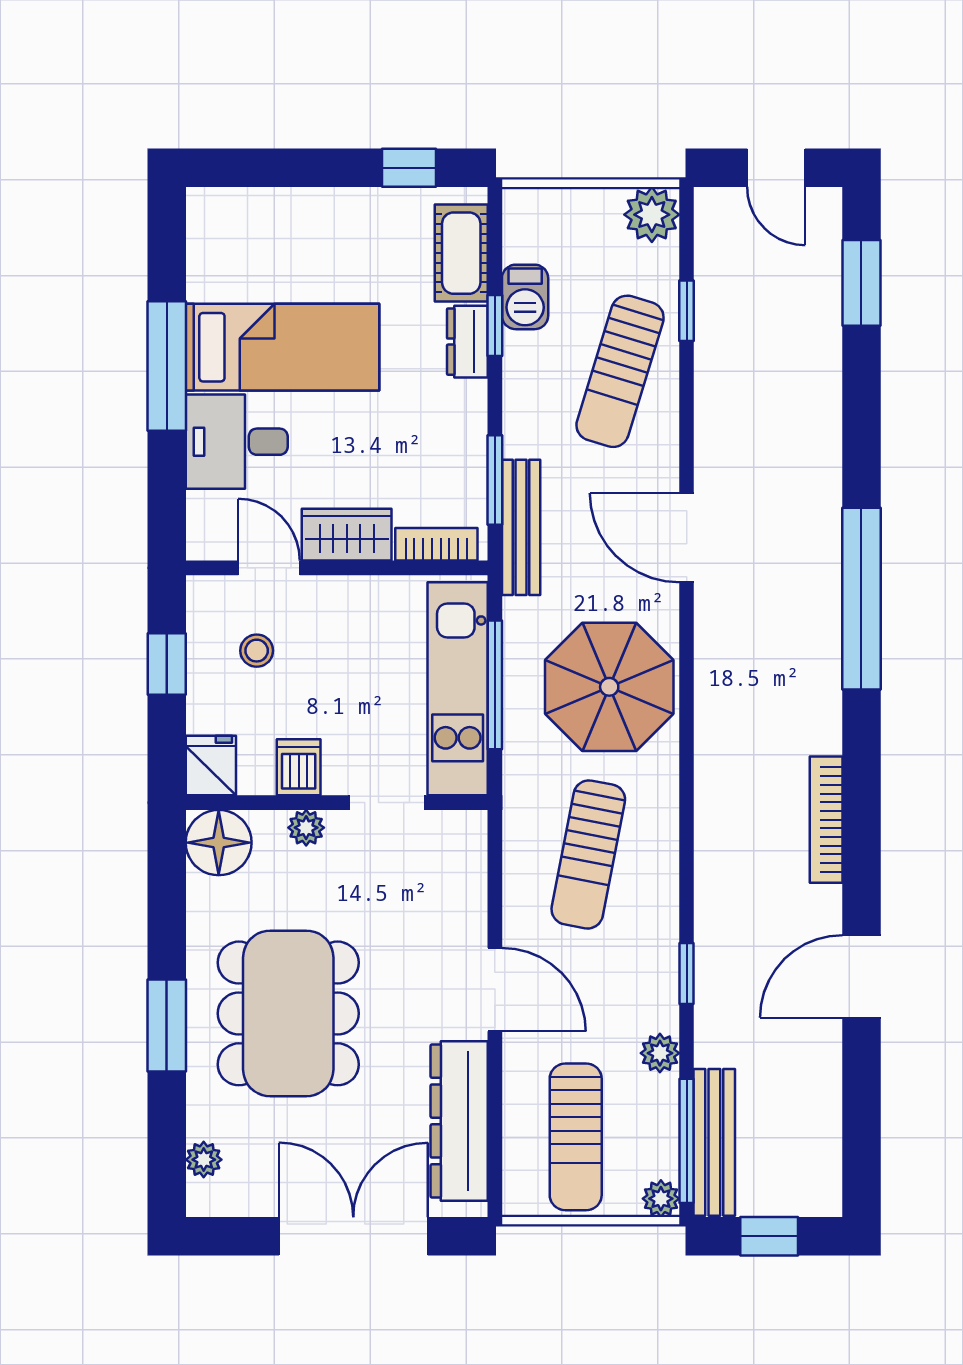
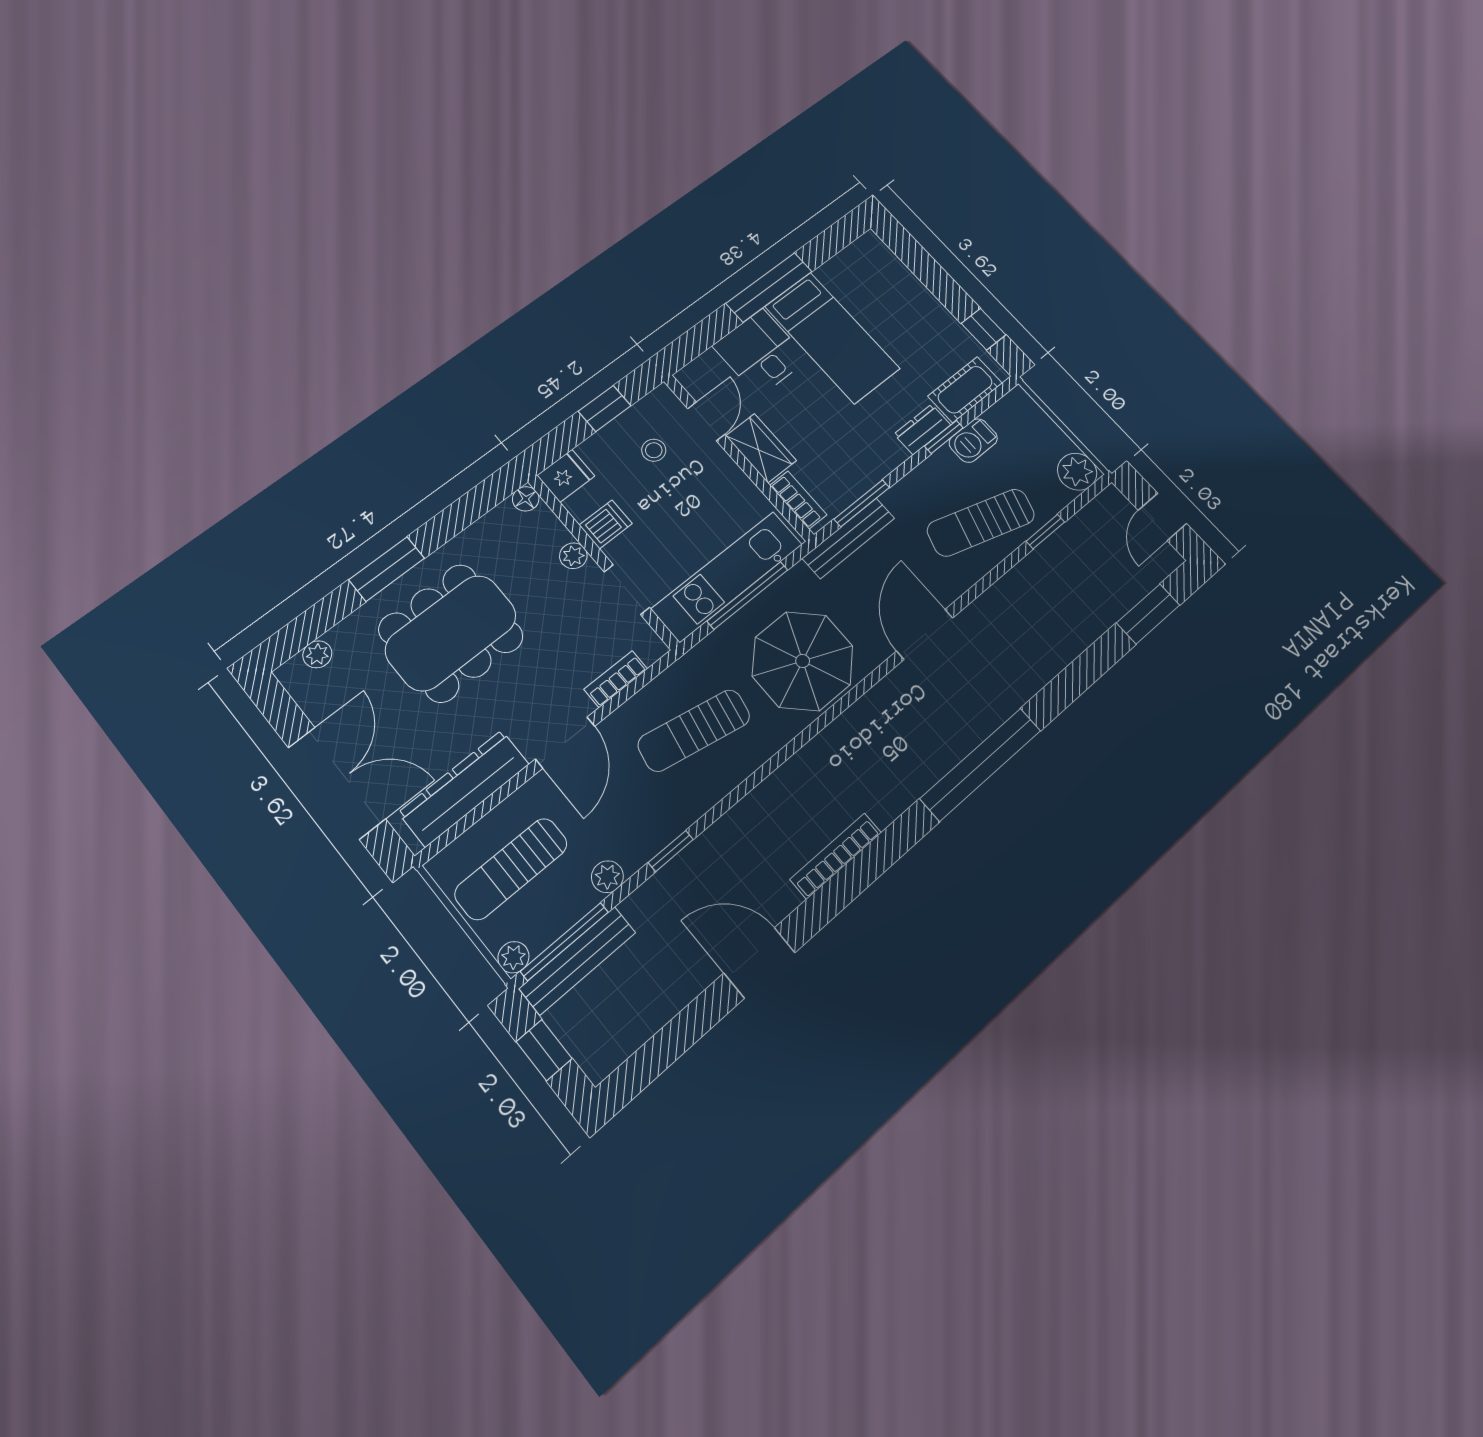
floor lamp: (219, 843) -> (526, 499), width x0.53, depth x0.53
bookcase: (472, 889) -> (616, 679), added

